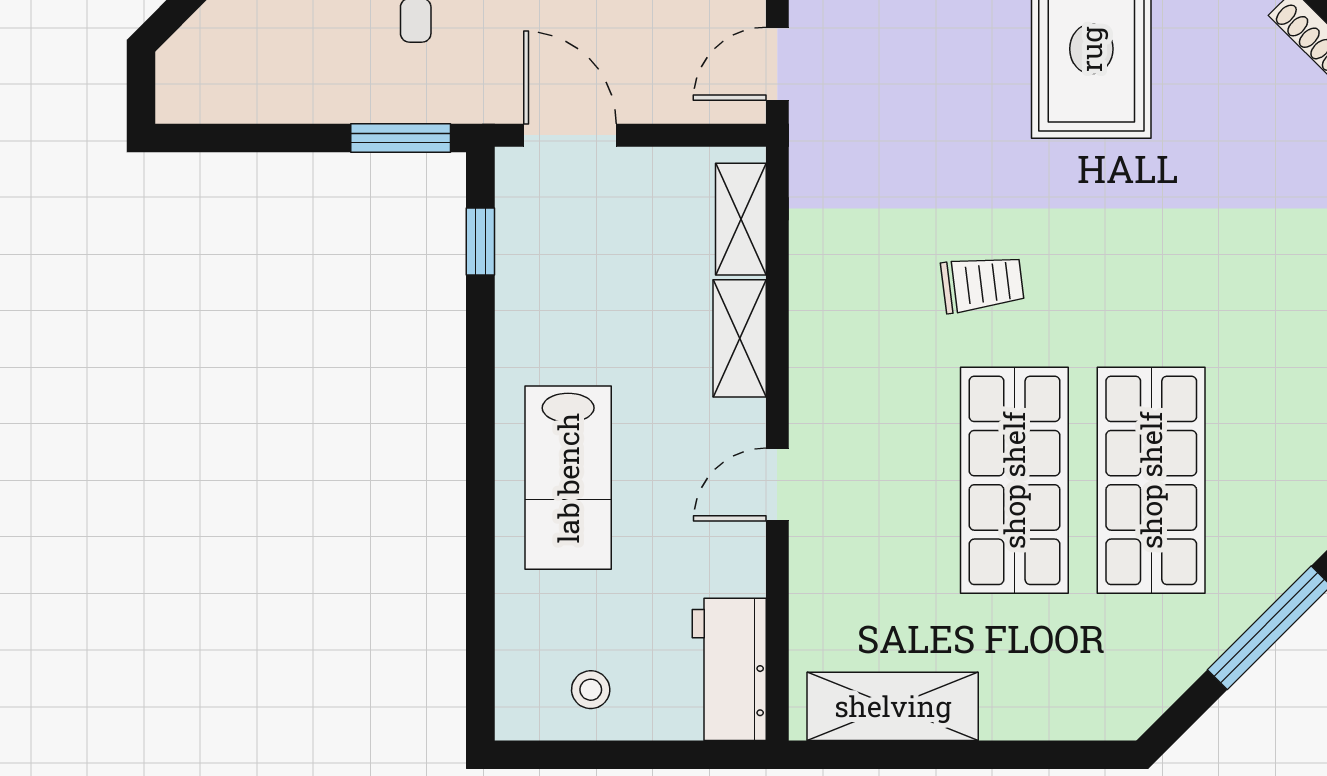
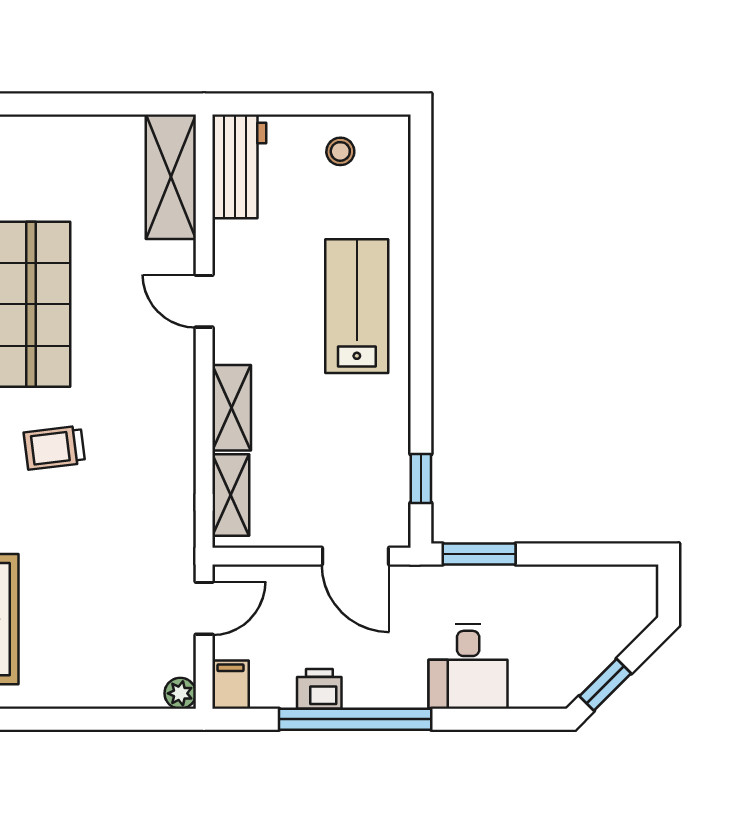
door: (777, 485) -> (204, 301), swing flipped
shelving: (893, 706) -> (171, 177), moved, turned 90

